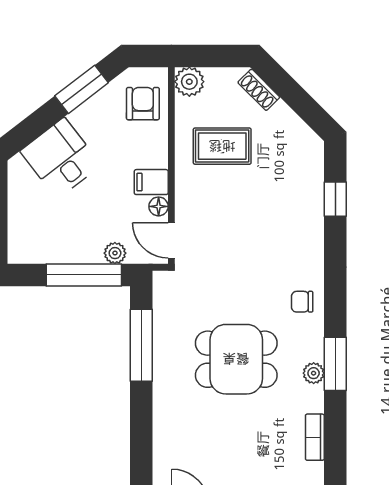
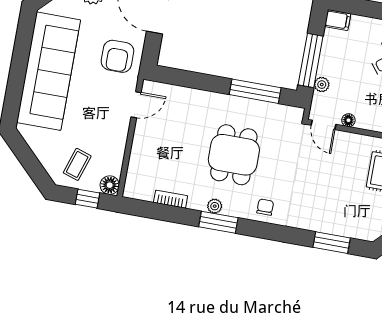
filing cabinet: (151, 182) -> (338, 20), moved, turned 90
window: (335, 199) -> (332, 243), width x1.50
door: (171, 240) -> (323, 125), swing flipped

